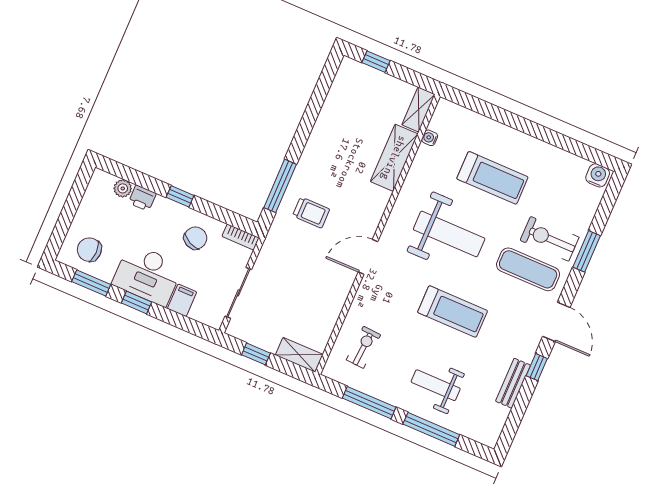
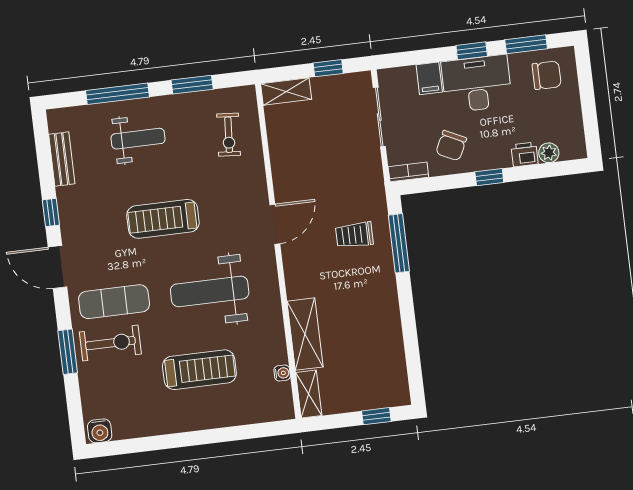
treadmill: (492, 178) -> (199, 370), turned 180
bench: (513, 383) -> (62, 159), moved
window: (369, 403) -> (192, 85), width x0.69

